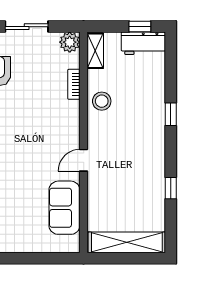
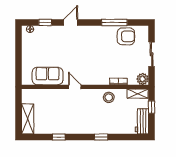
window: (140, 27) -> (152, 107), moved
shelving: (127, 242) -> (28, 119), width x0.68

